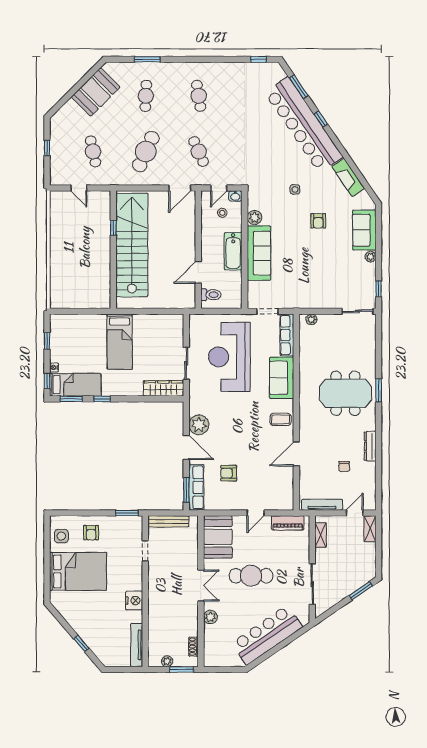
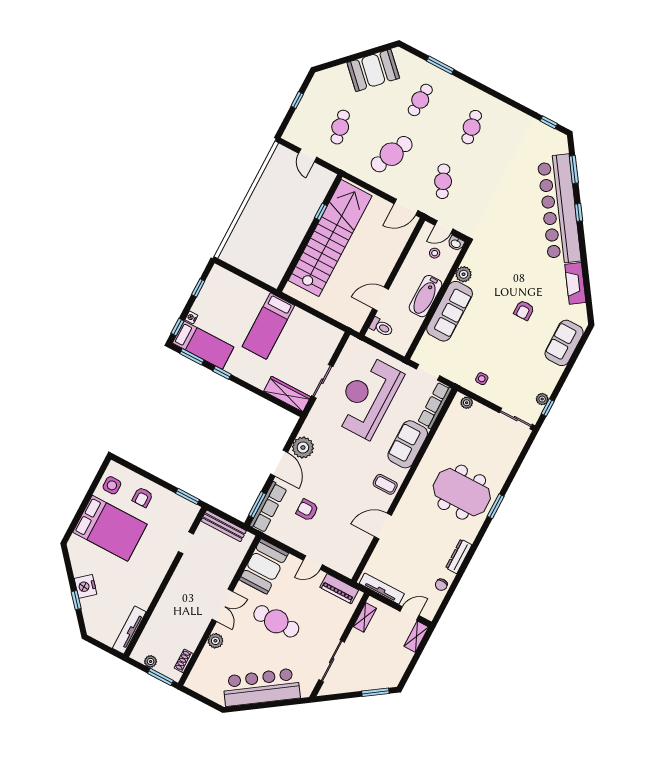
side table: (295, 189) -> (482, 379), moved
plant: (371, 257) -> (542, 399), moved
chair: (344, 466) -> (441, 585), moved
nightstand: (134, 601) -> (86, 586), moved, turned 140

